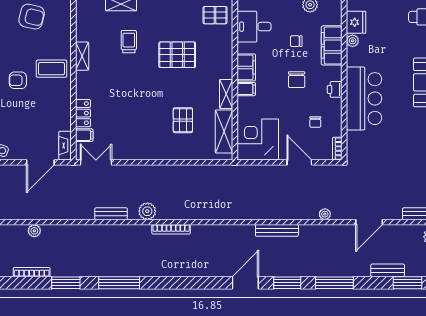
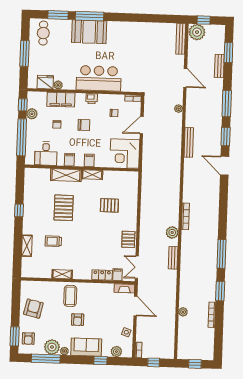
pallet: (215, 15) -> (128, 239), moved
filing cabinet: (246, 67) -> (69, 160), width x0.50
shelving: (224, 132) -> (66, 175), moved

